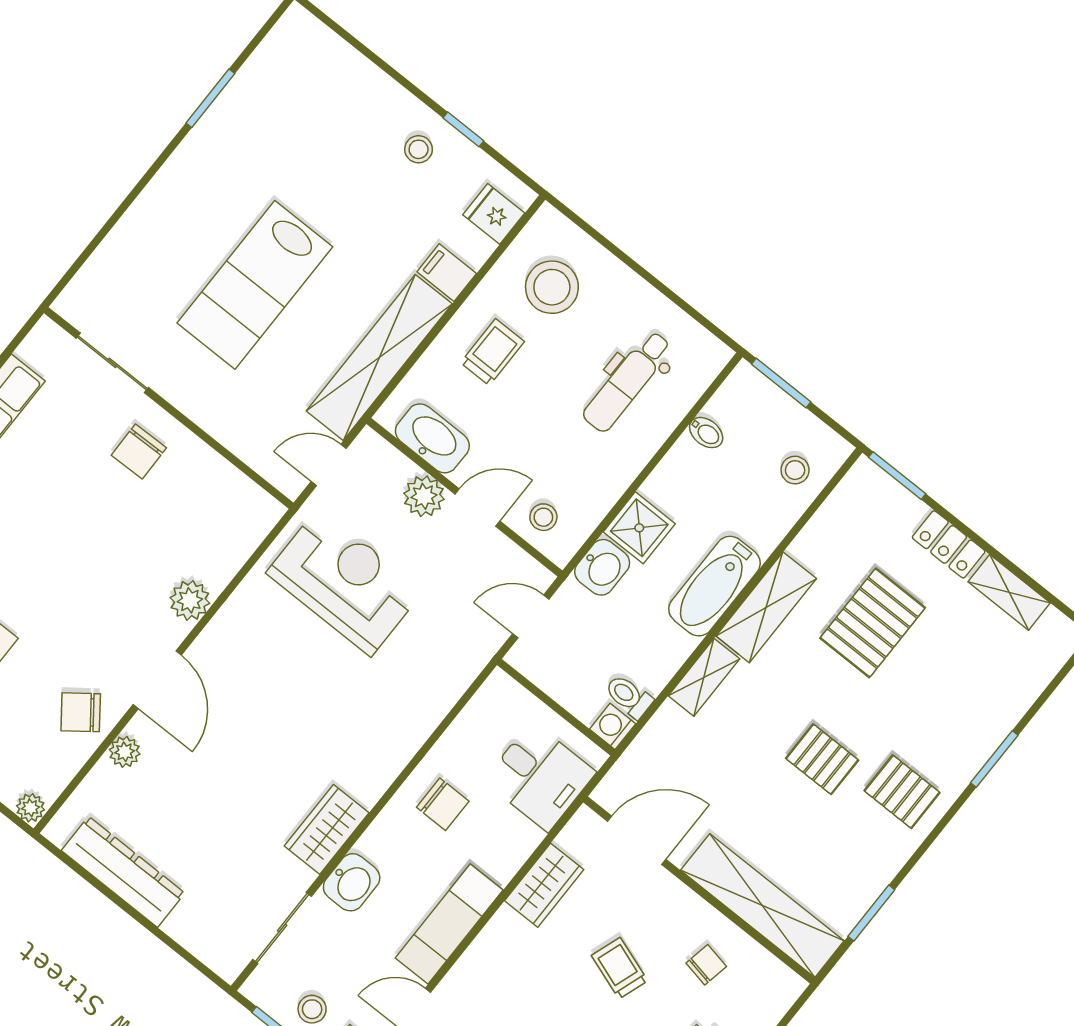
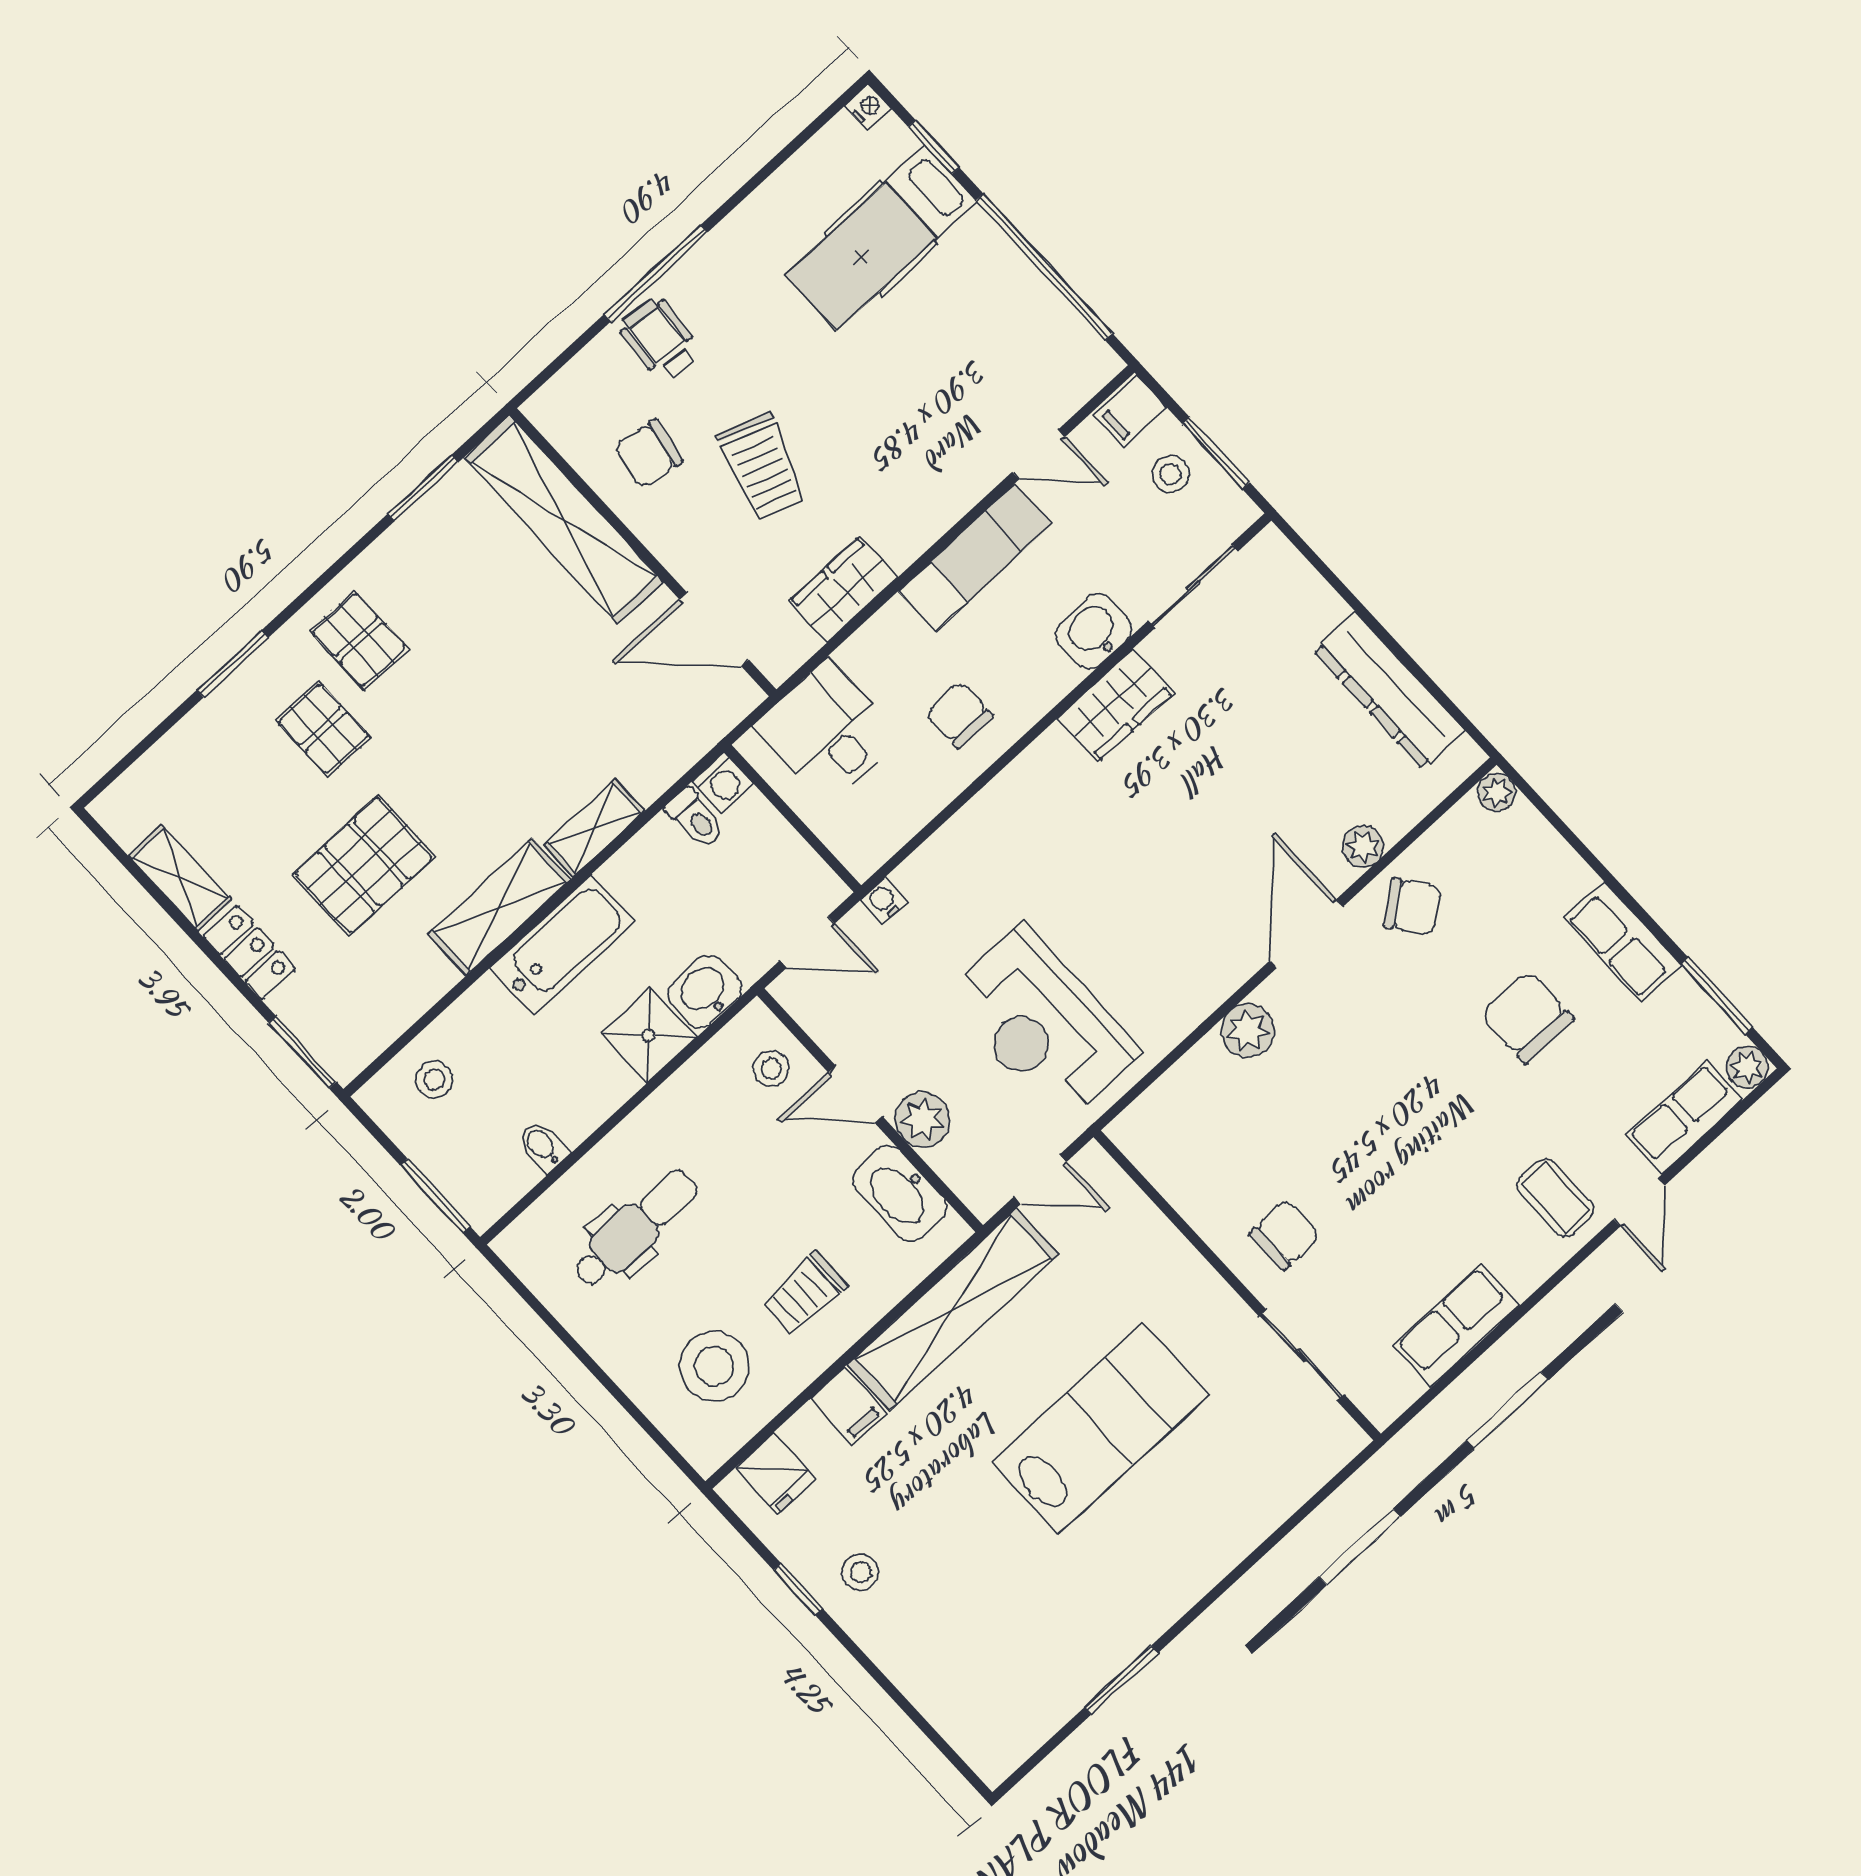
water cooler: (478, 656) -> (884, 901), added
pallet: (822, 759) -> (323, 729), moved
chair: (706, 965) -> (648, 454), width x1.37, depth x1.37
trolley: (620, 968) -> (762, 466), width x1.36, depth x1.39

